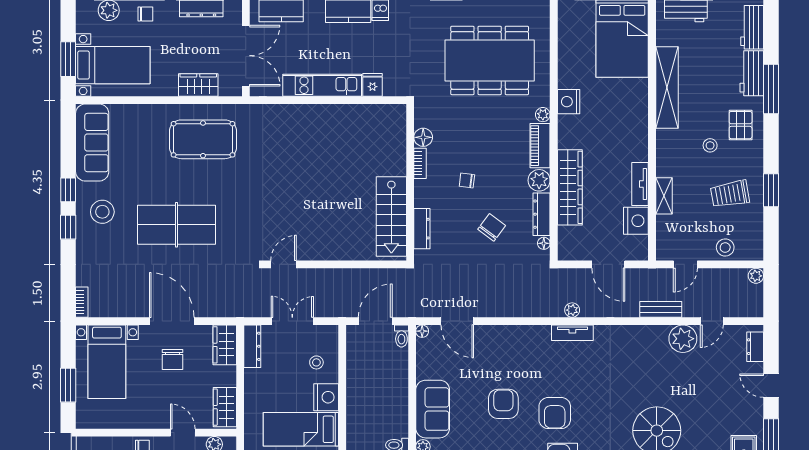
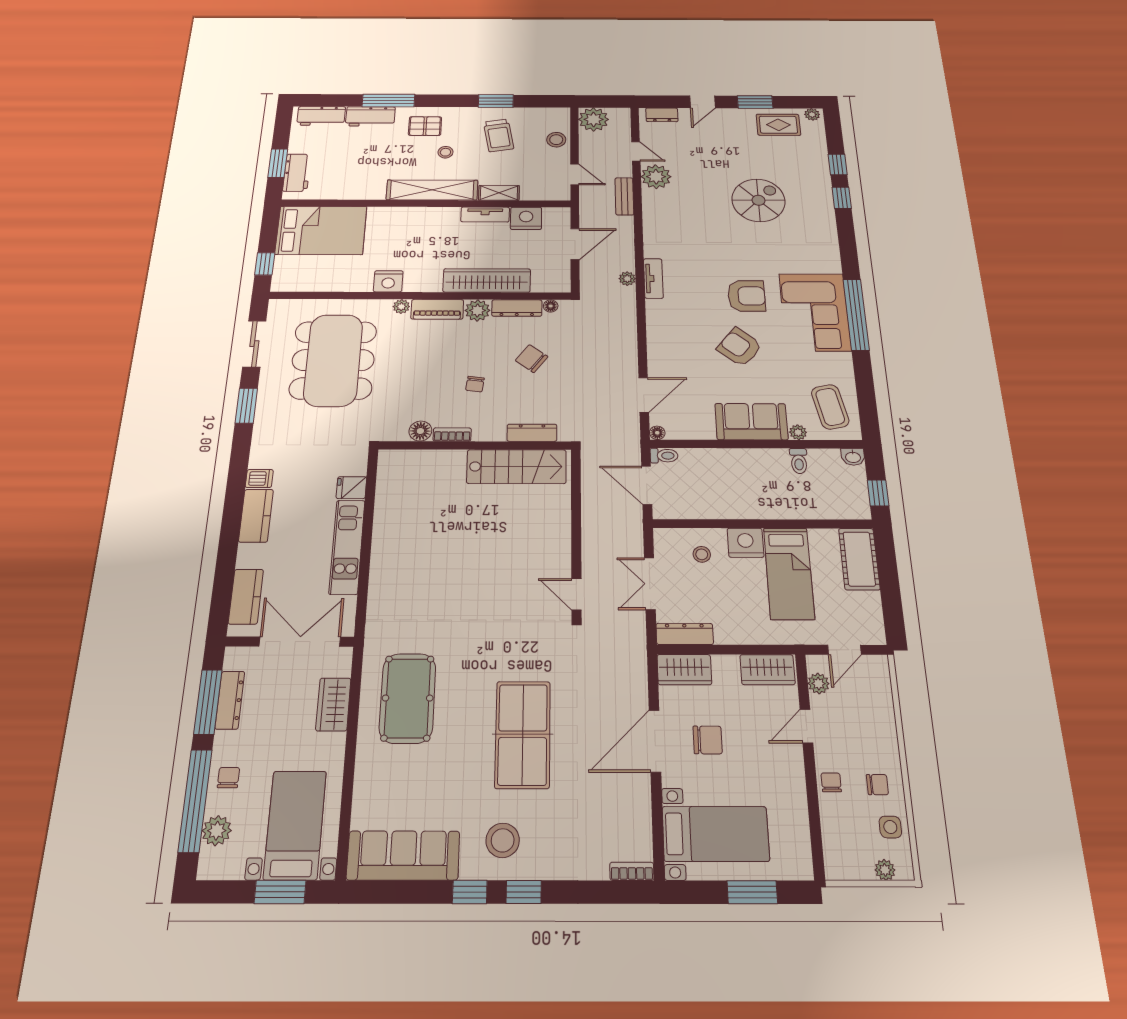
shelving: (667, 88) -> (432, 190), moved
plant: (756, 276) -> (594, 119), width x1.88, depth x1.88
armchair: (503, 404) -> (740, 347), turned 39

